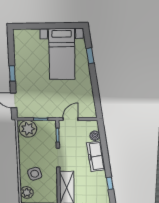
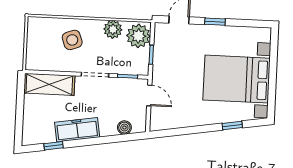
bed with nightstands: (62, 54) -> (237, 79), width x1.36
freezer: (96, 156) -> (77, 130), moved
plant: (27, 193) -> (113, 29), moved

